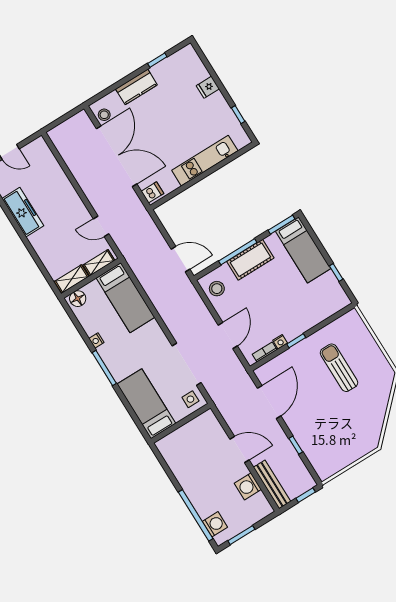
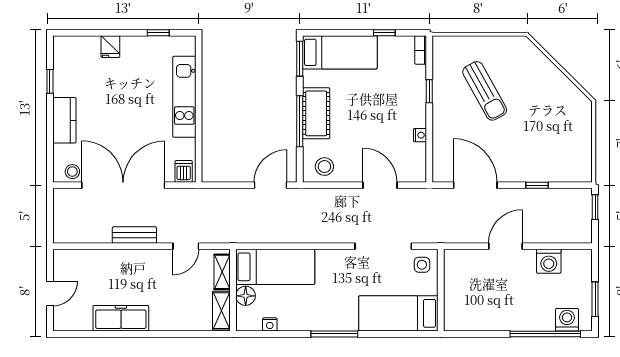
floor lamp: (78, 299) -> (246, 296), moved
nightstand: (96, 341) -> (270, 324), moved
window: (296, 341) -> (429, 91), moved
bookcase: (265, 352) -> (421, 50), moved
sun lounger: (339, 368) -> (485, 91), turned -119
bench: (272, 484) -> (134, 235), moved, width x0.73

